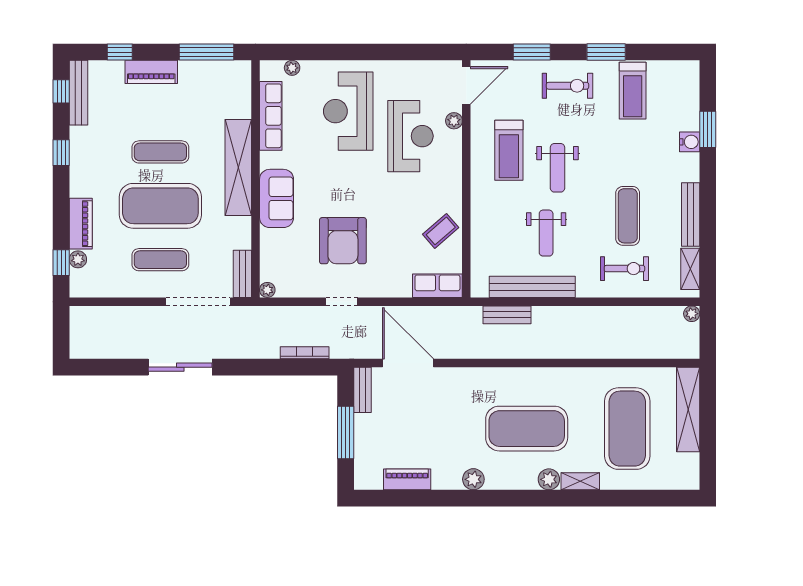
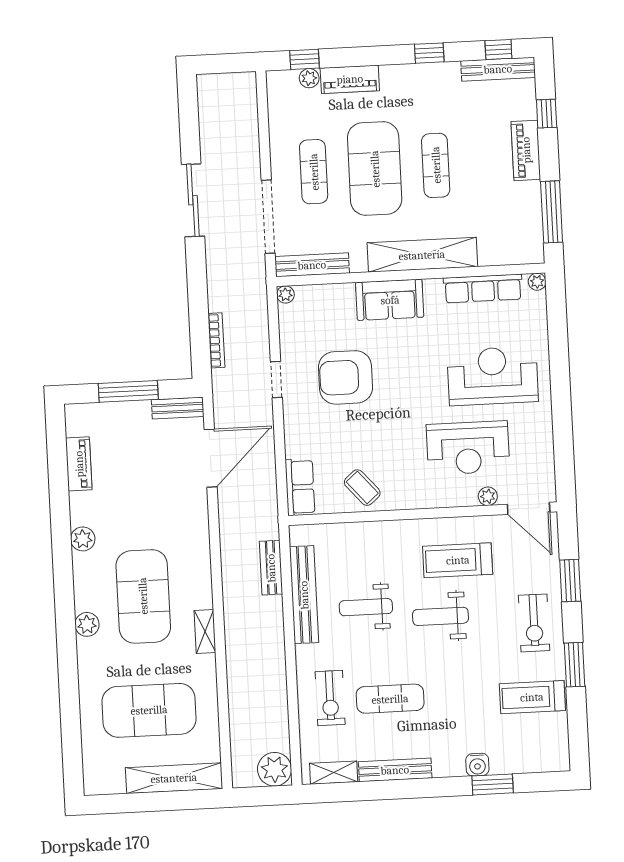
plant: (292, 68) -> (537, 282), moved
bench: (242, 274) -> (312, 265), width x1.36
plant: (692, 314) -> (275, 769), width x1.88, depth x1.88
shelving: (580, 481) -> (205, 631), moved

